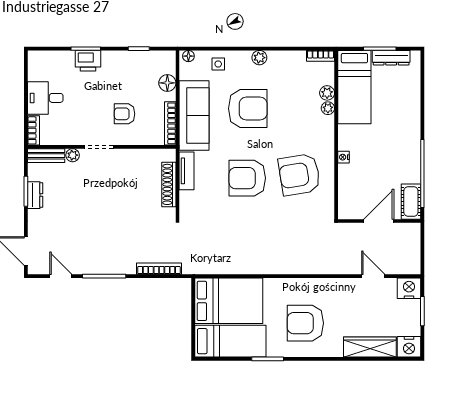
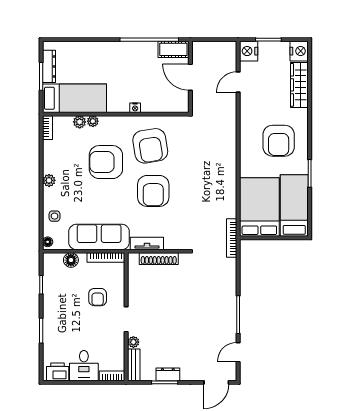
printer: (88, 61) -> (58, 372), moved, turned -90
armchair: (248, 109) -> (106, 162), moved, turned -90
bookcase: (159, 269) -> (232, 238), moved

